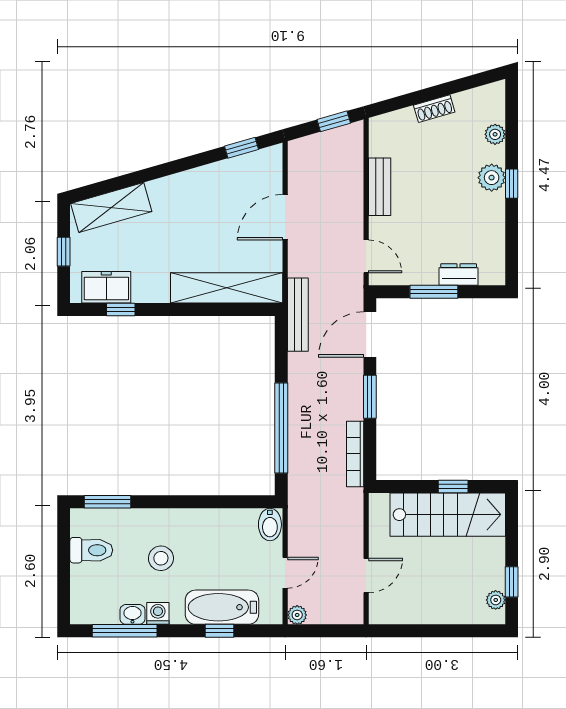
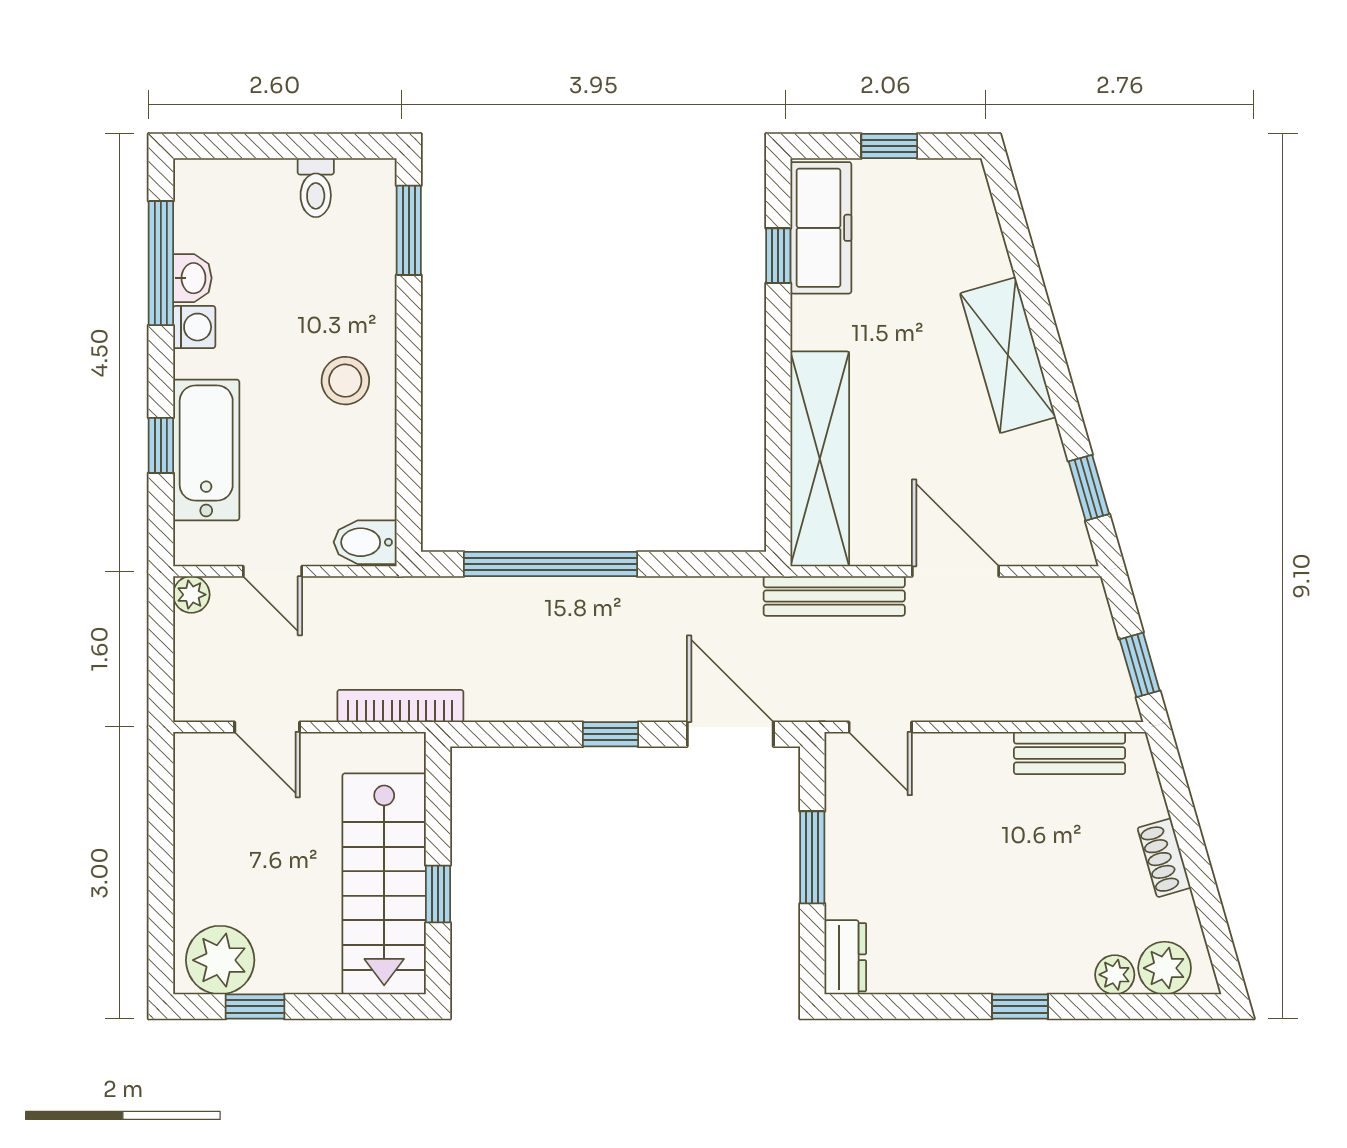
plant: (492, 178) -> (1165, 968), moved
bench: (380, 187) -> (1069, 753), moved
shelving: (111, 207) -> (1008, 355), moved
door: (366, 256) -> (880, 727), hinge flipped
dresser: (459, 275) -> (845, 957), moved
freezer: (106, 287) -> (821, 228), width x1.40
bench: (298, 315) -> (834, 596), moved
window: (370, 397) -> (611, 734), width x0.67
bookcase: (355, 454) -> (400, 706), moved
toilet: (91, 550) -> (316, 188), width x0.73, depth x0.72
stool: (161, 558) -> (345, 381), moved
plant: (496, 600) -> (220, 960), width x1.88, depth x1.88

